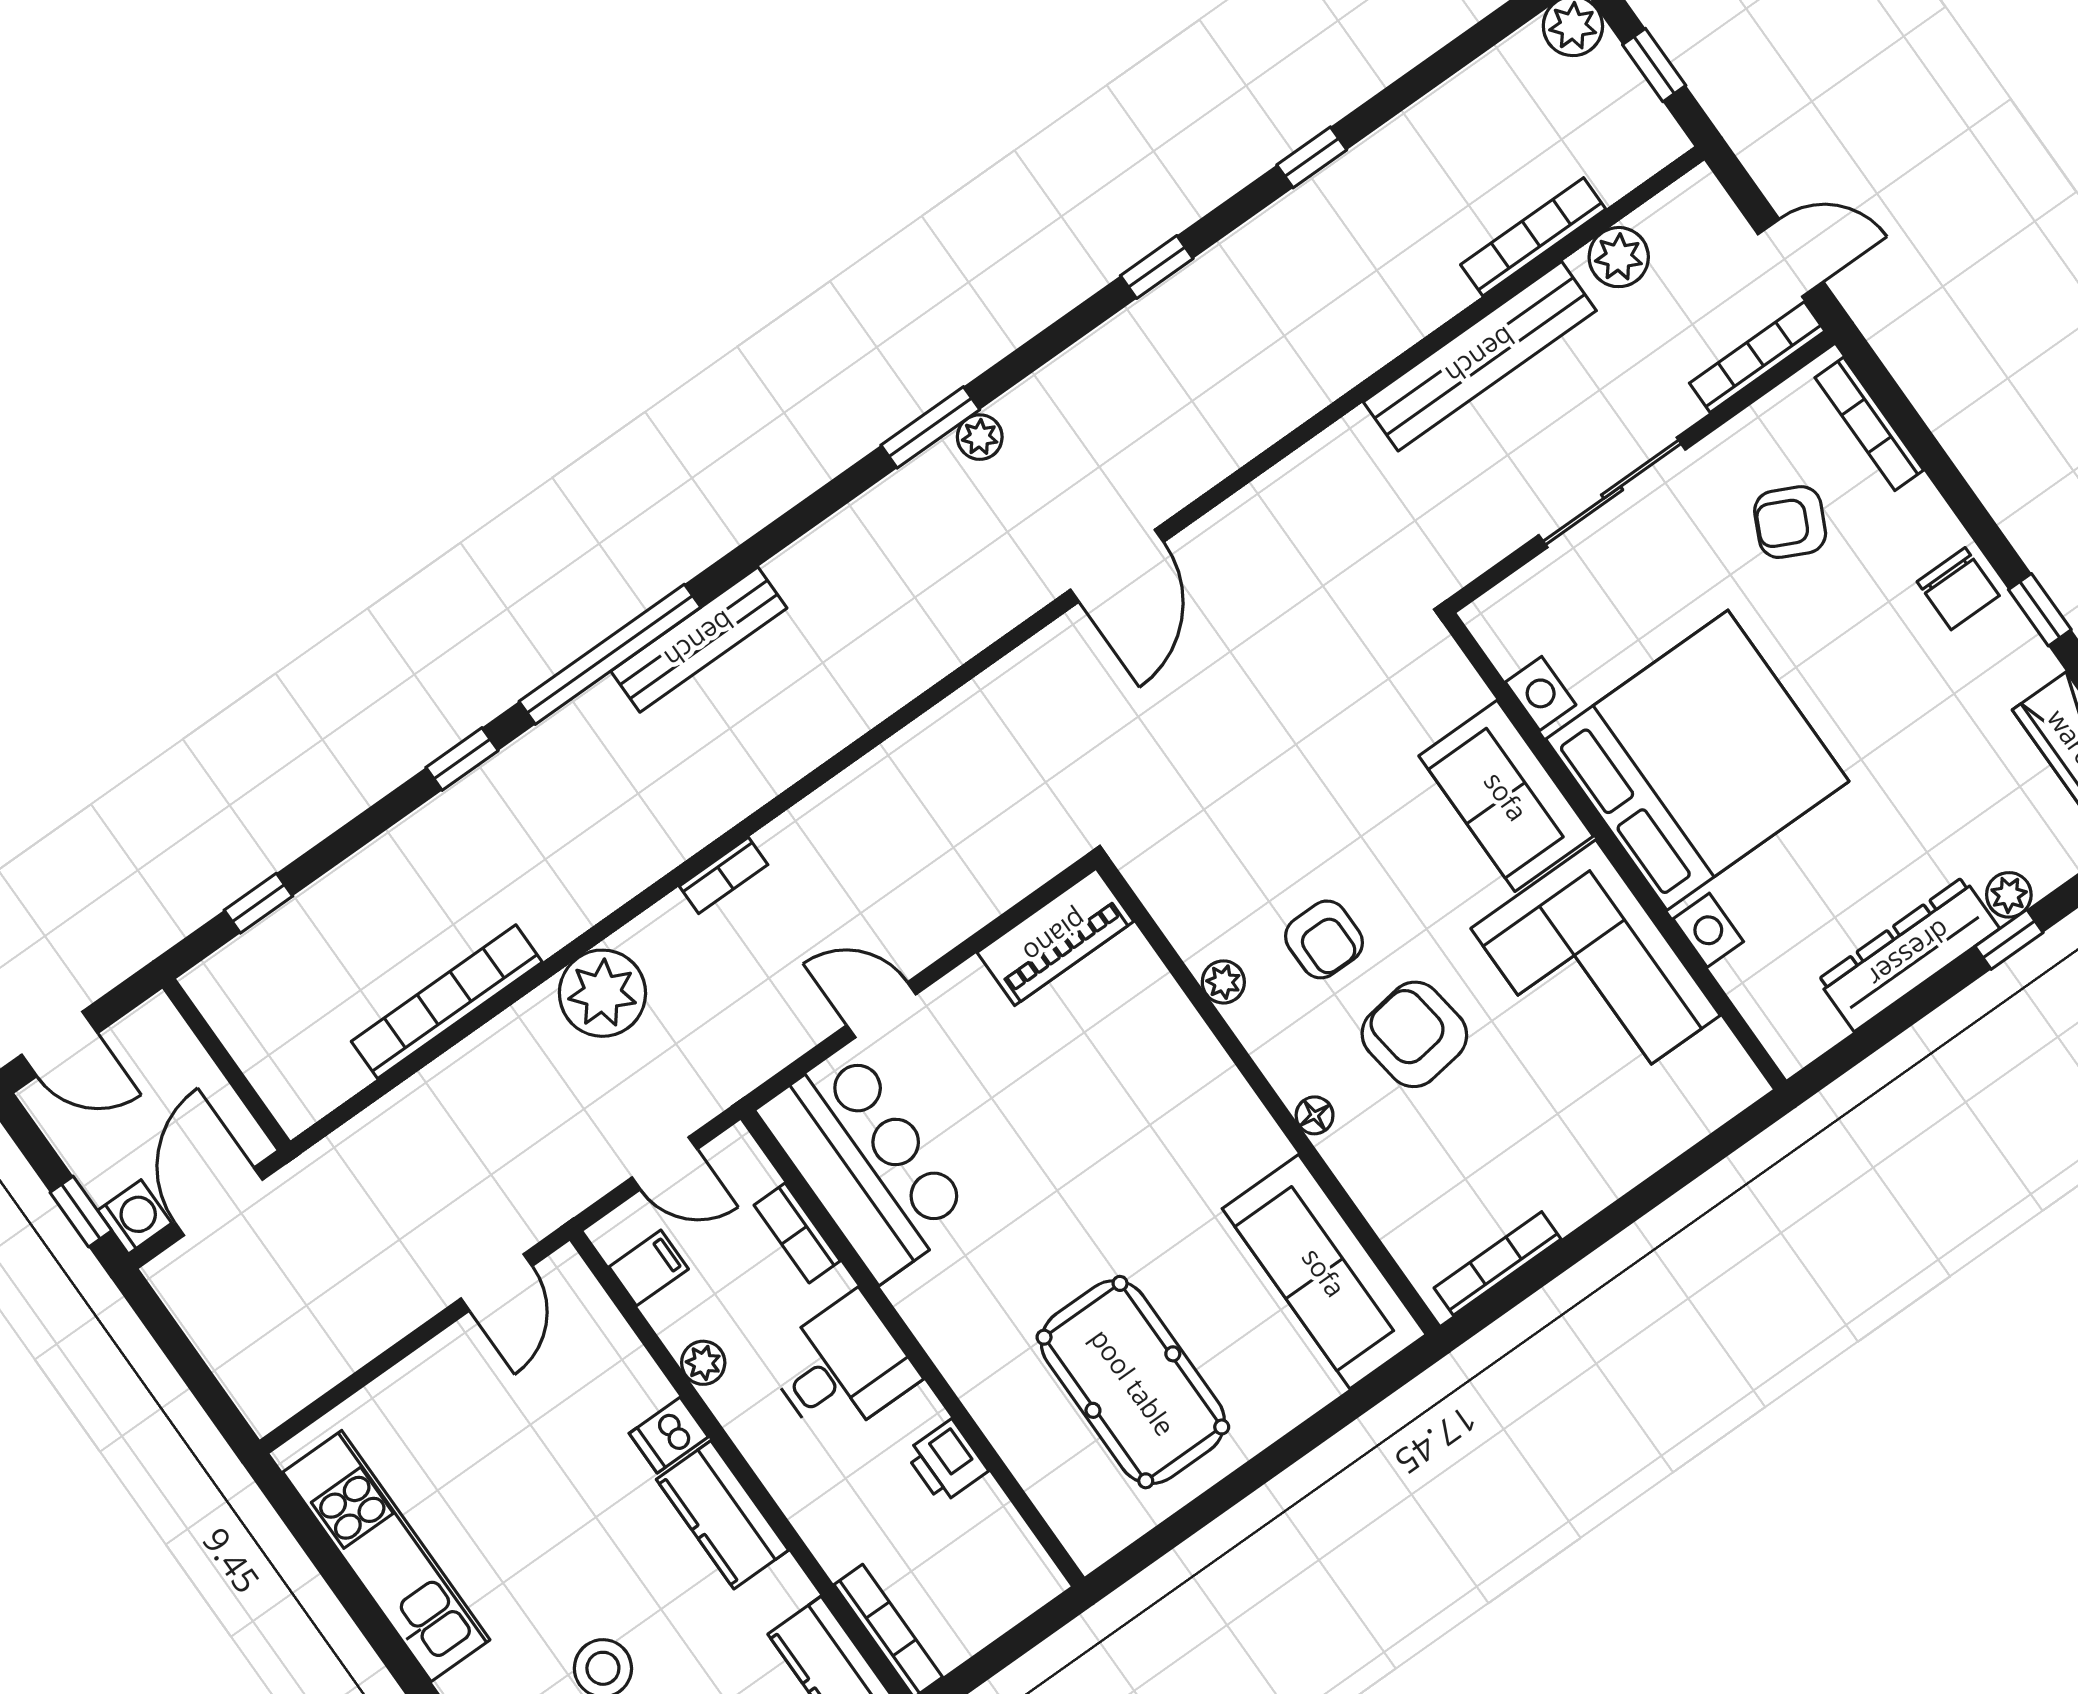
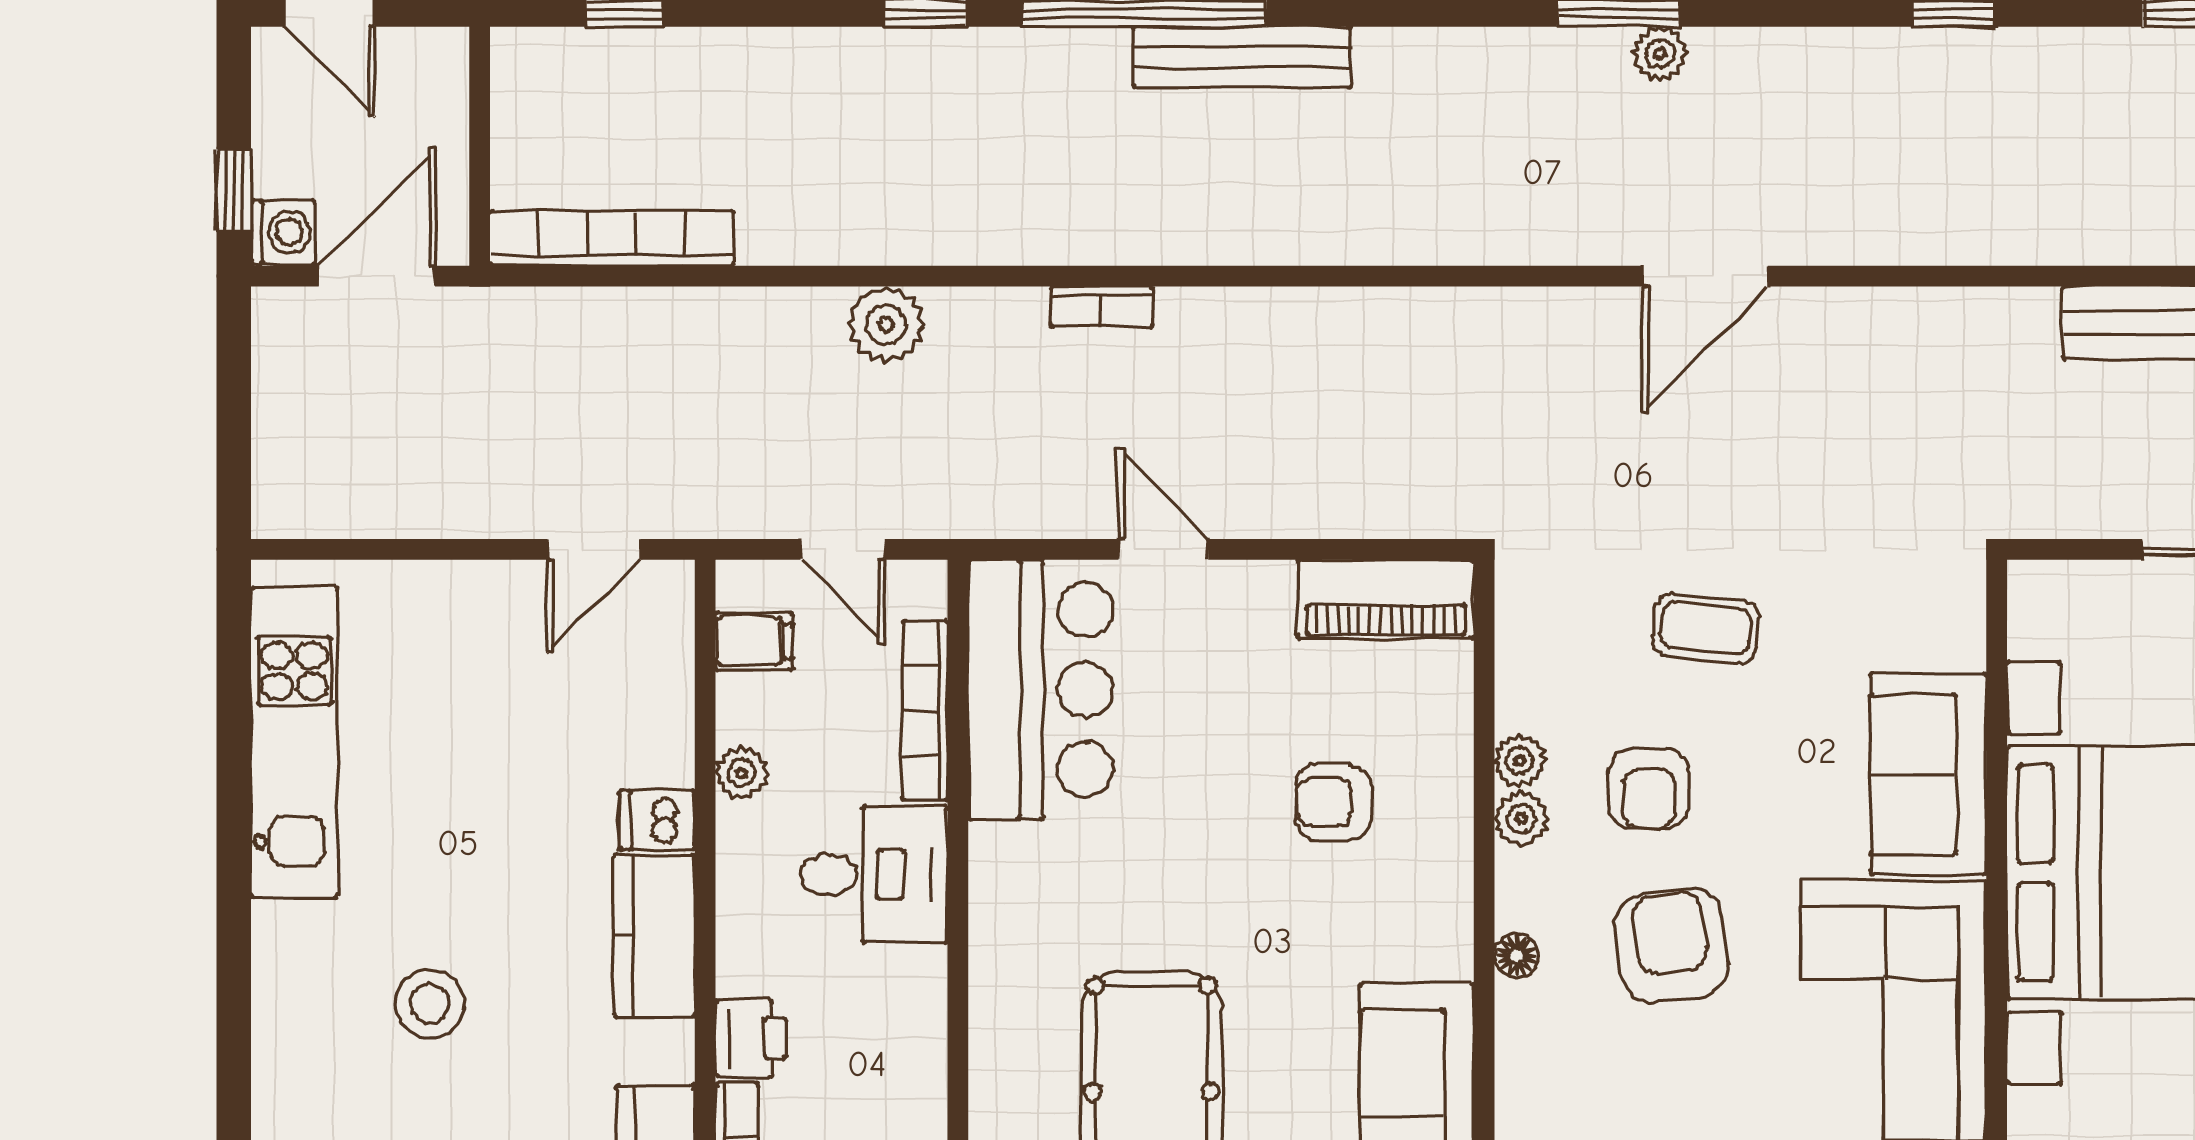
coffee table: (1286, 804) -> (1706, 628), added
plant: (602, 993) -> (886, 324), width x0.73, depth x0.73
bookcase: (447, 1002) -> (612, 238), moved
plant: (1252, 1020) -> (1521, 818), added
armchair: (1117, 1099) -> (1333, 802), added
bookcase: (797, 1233) -> (925, 711), width x1.56
printer: (946, 1461) -> (751, 1038), moved, turned 180

